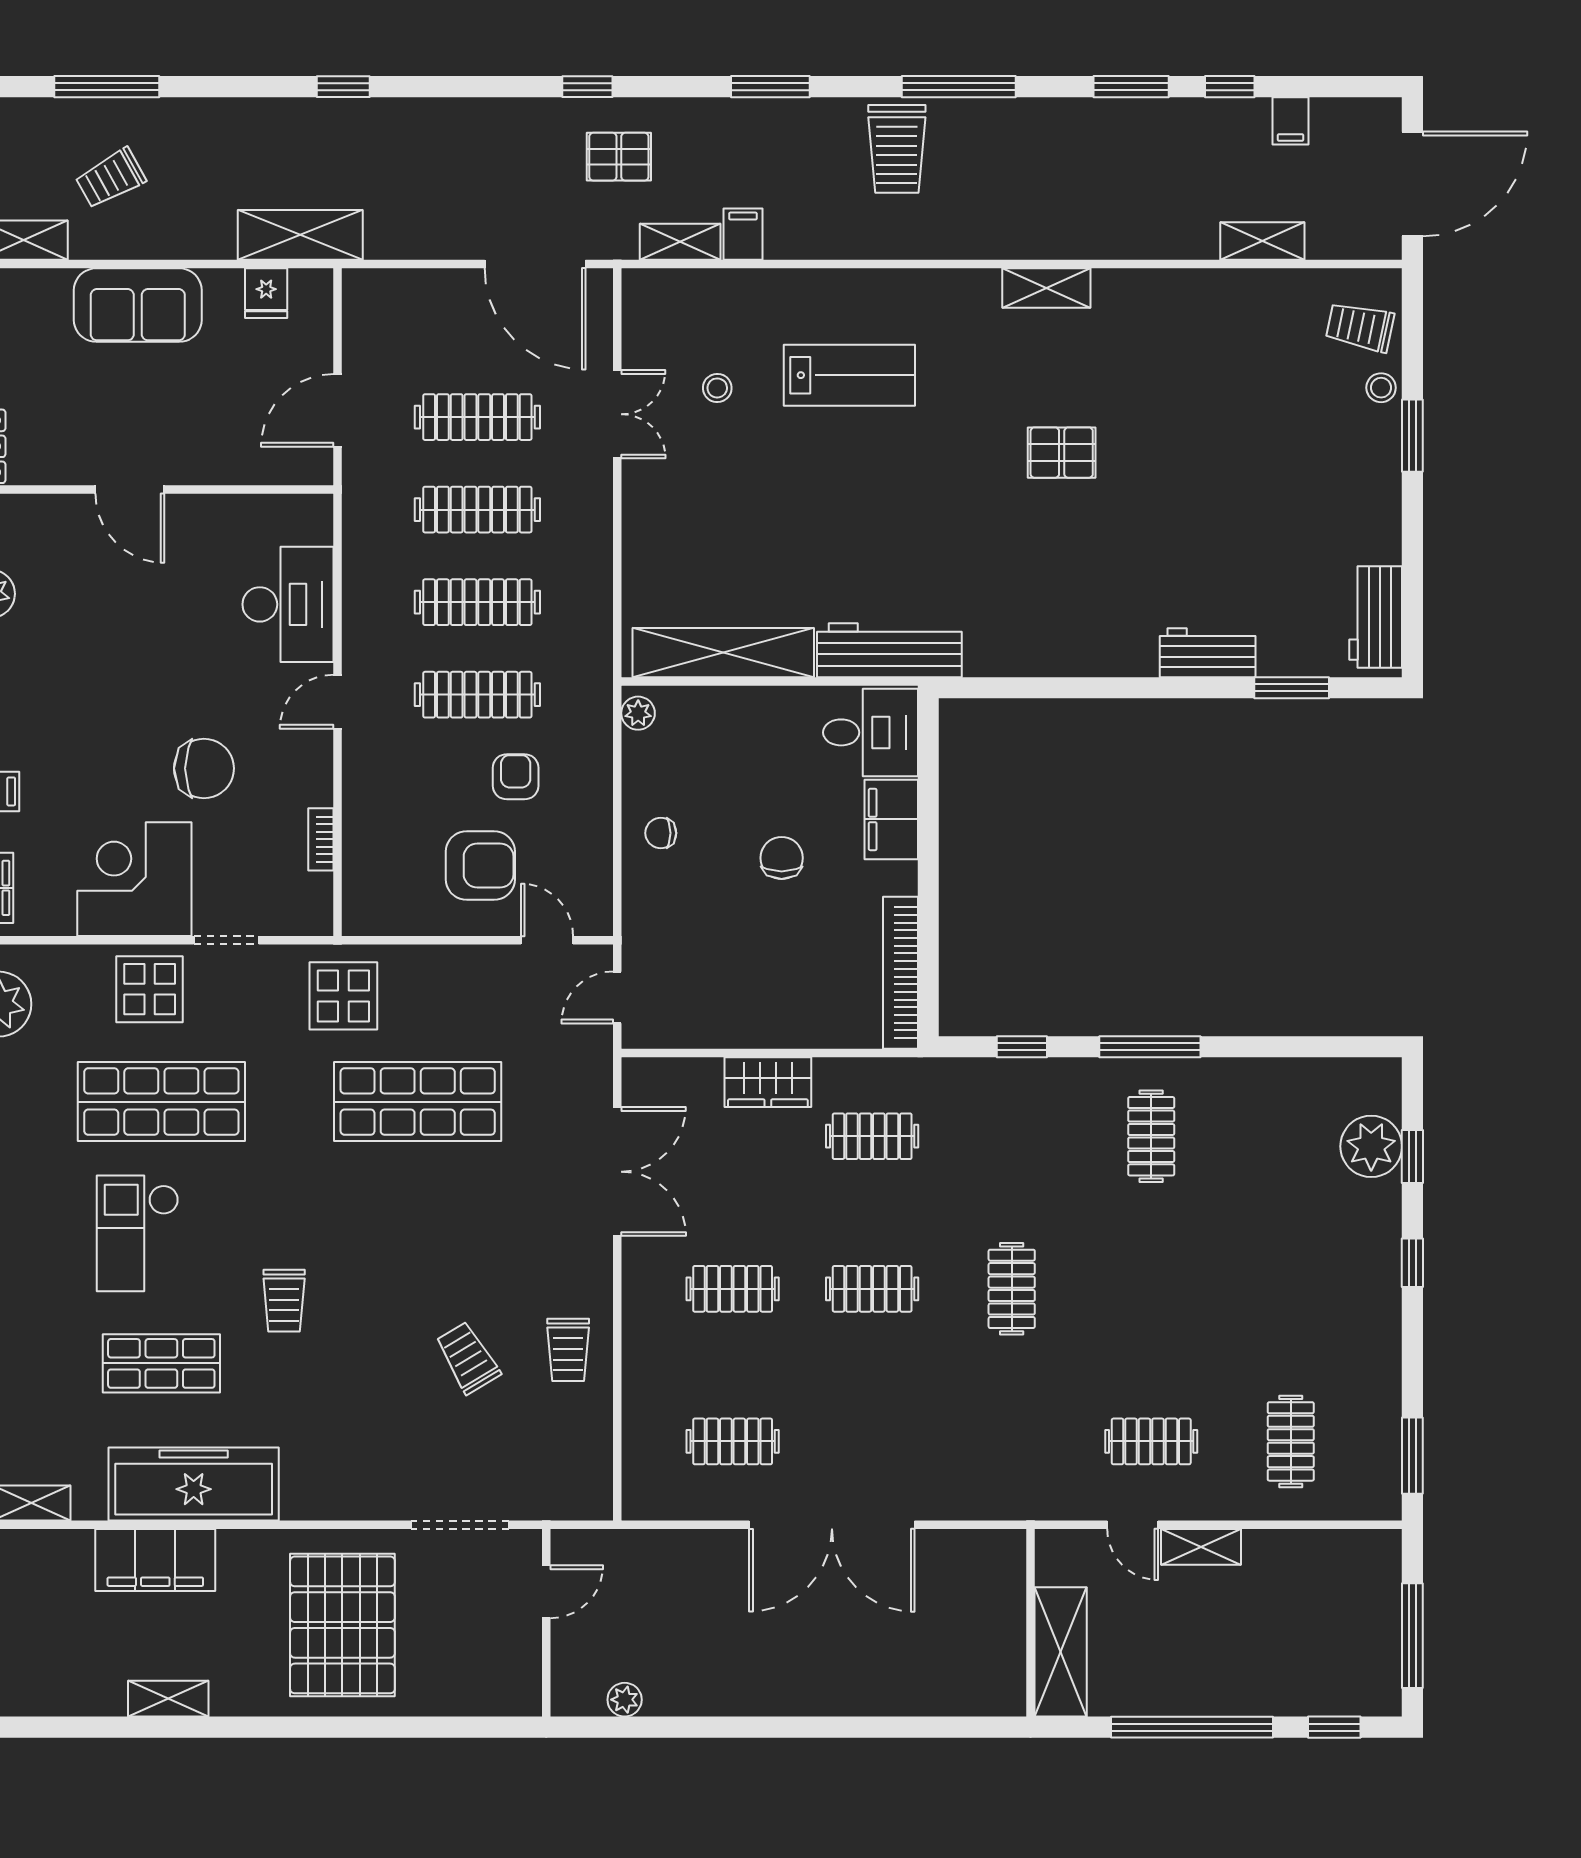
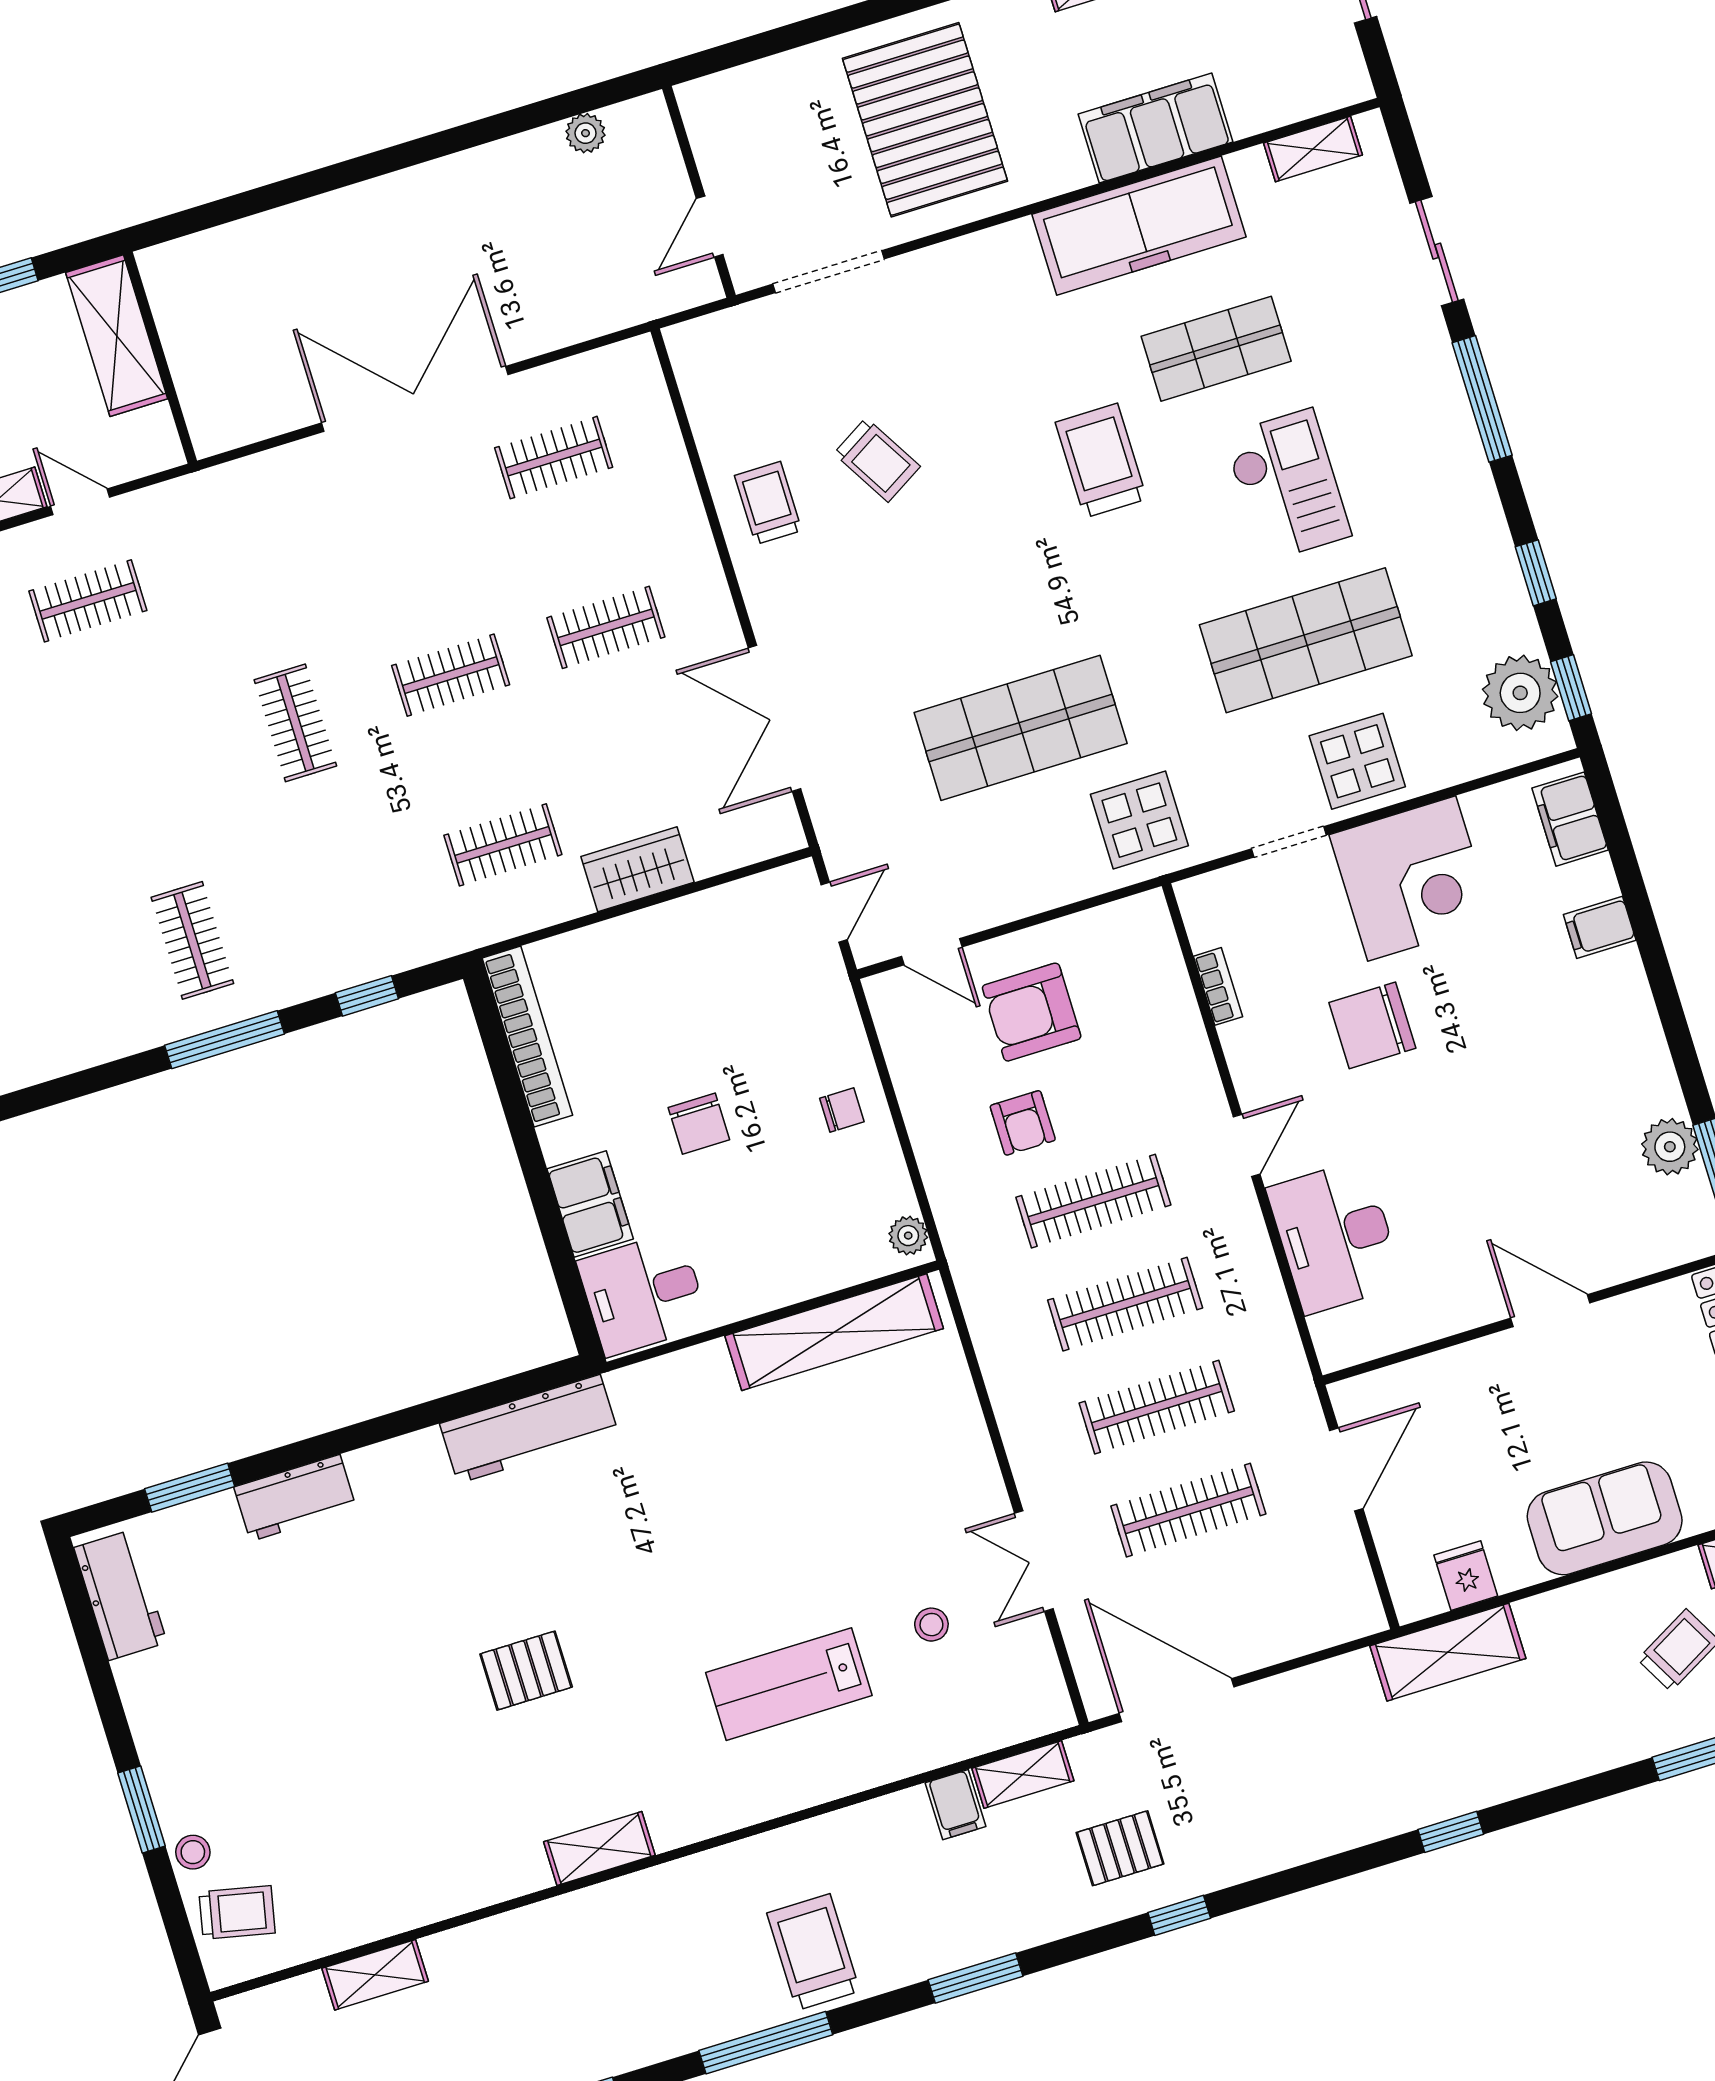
workbench: (889, 650) -> (529, 1429), moved
trolley: (284, 1301) -> (1101, 461), width x1.36, depth x1.39

